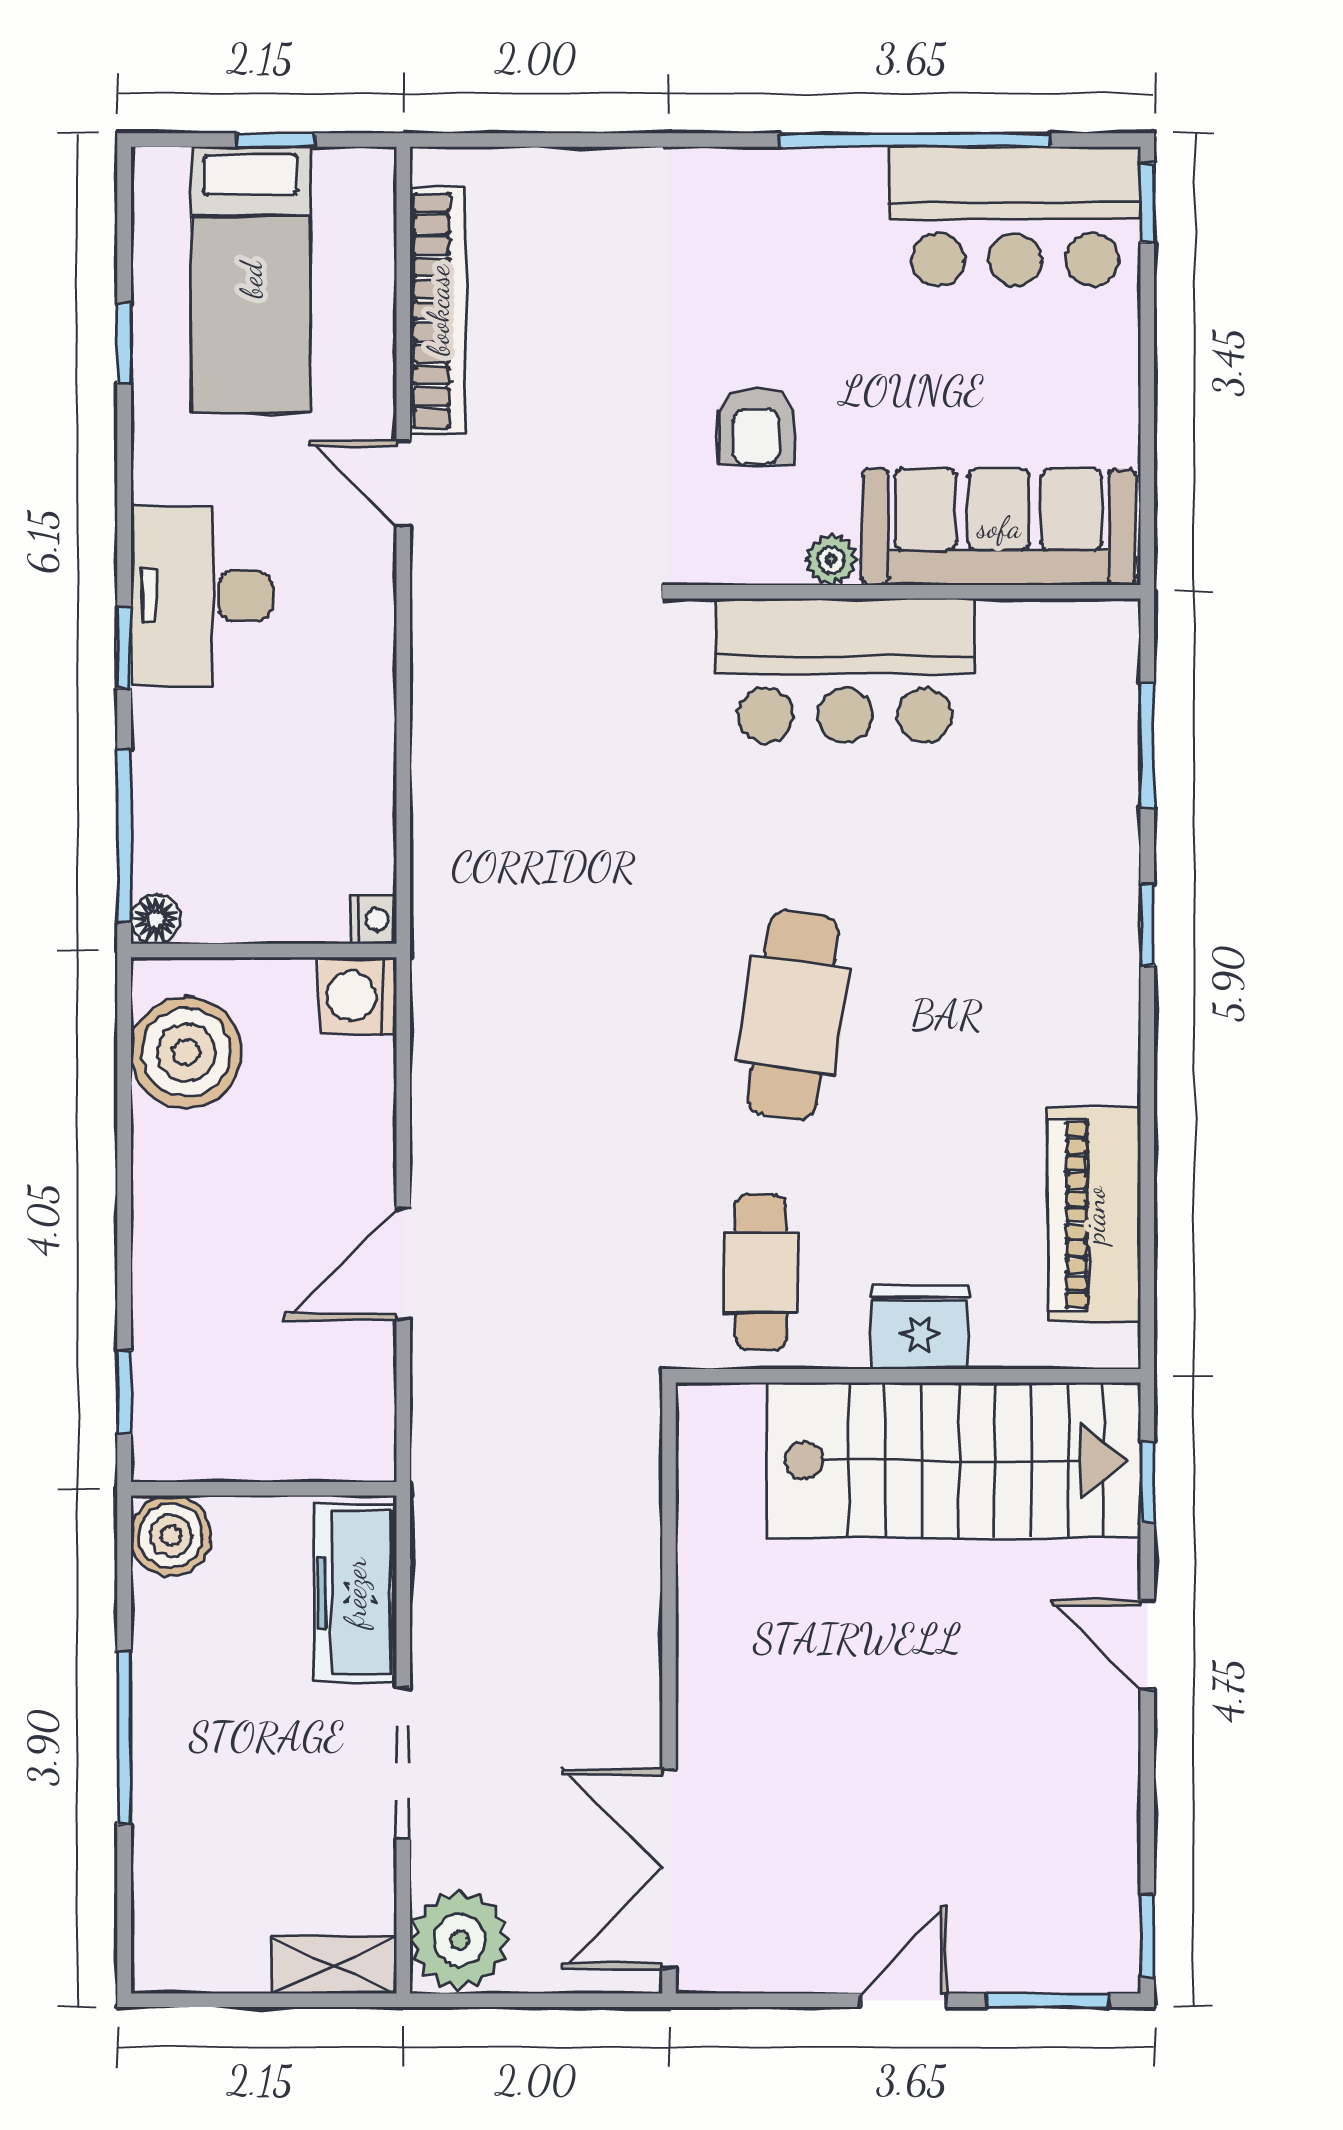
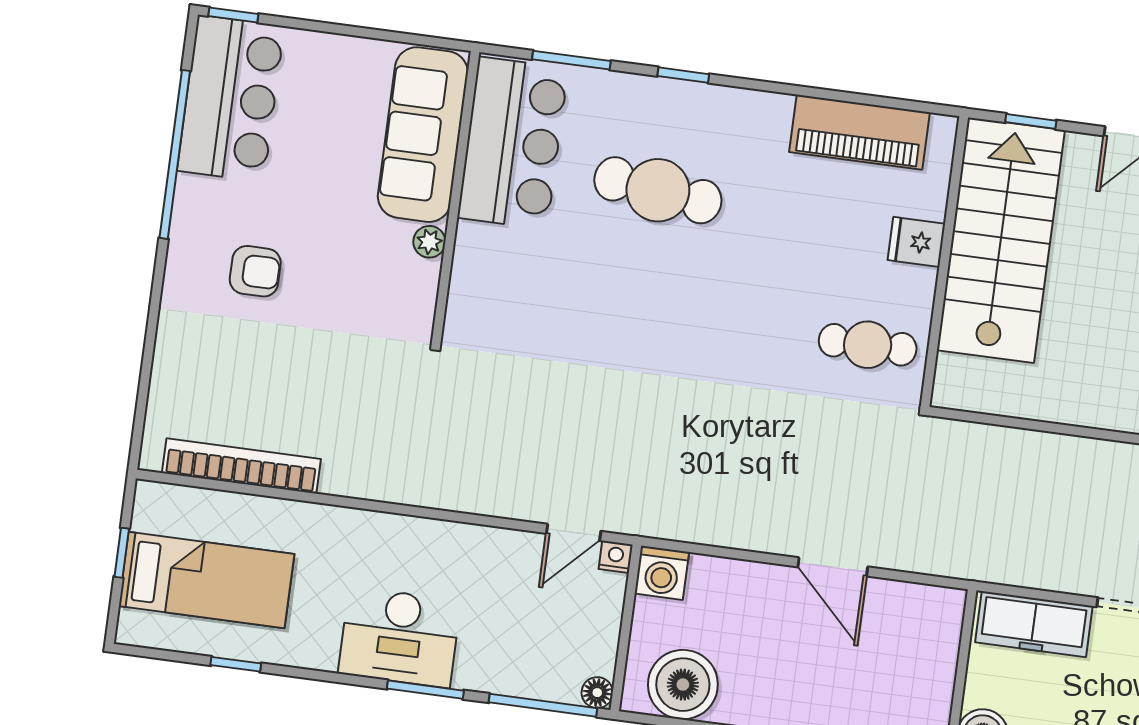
armchair: (756, 426) -> (255, 271), moved
door: (403, 484) -> (574, 532), moved
window: (124, 648) -> (425, 690), width x1.50
bar counter: (845, 670) -> (513, 143), moved
cafe table: (793, 1015) -> (658, 190), moved
fridge: (920, 1328) -> (916, 242), width x0.72

